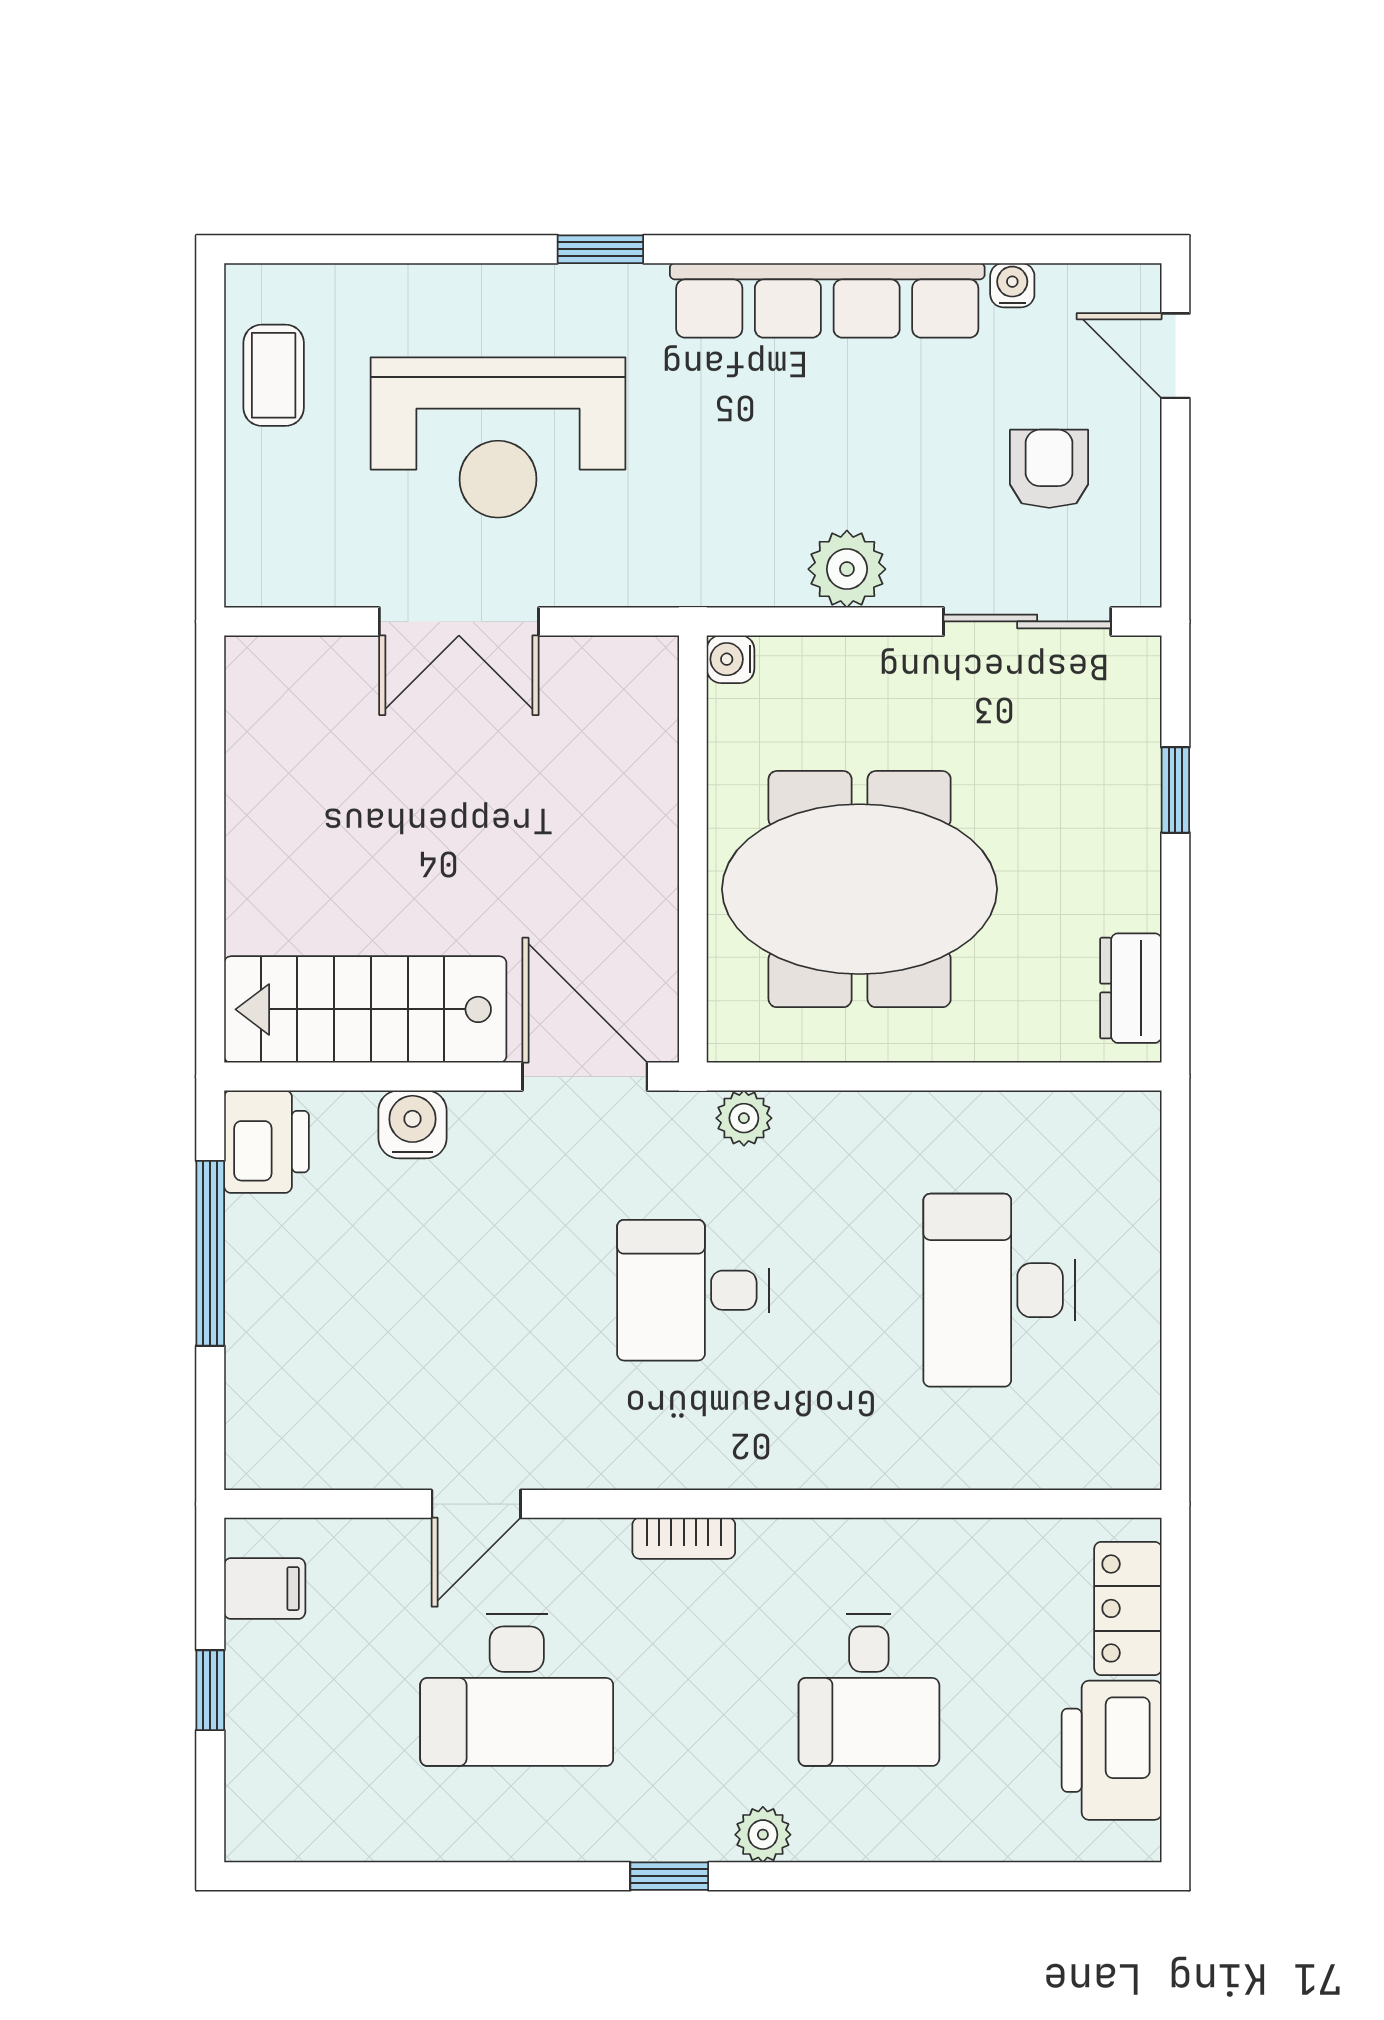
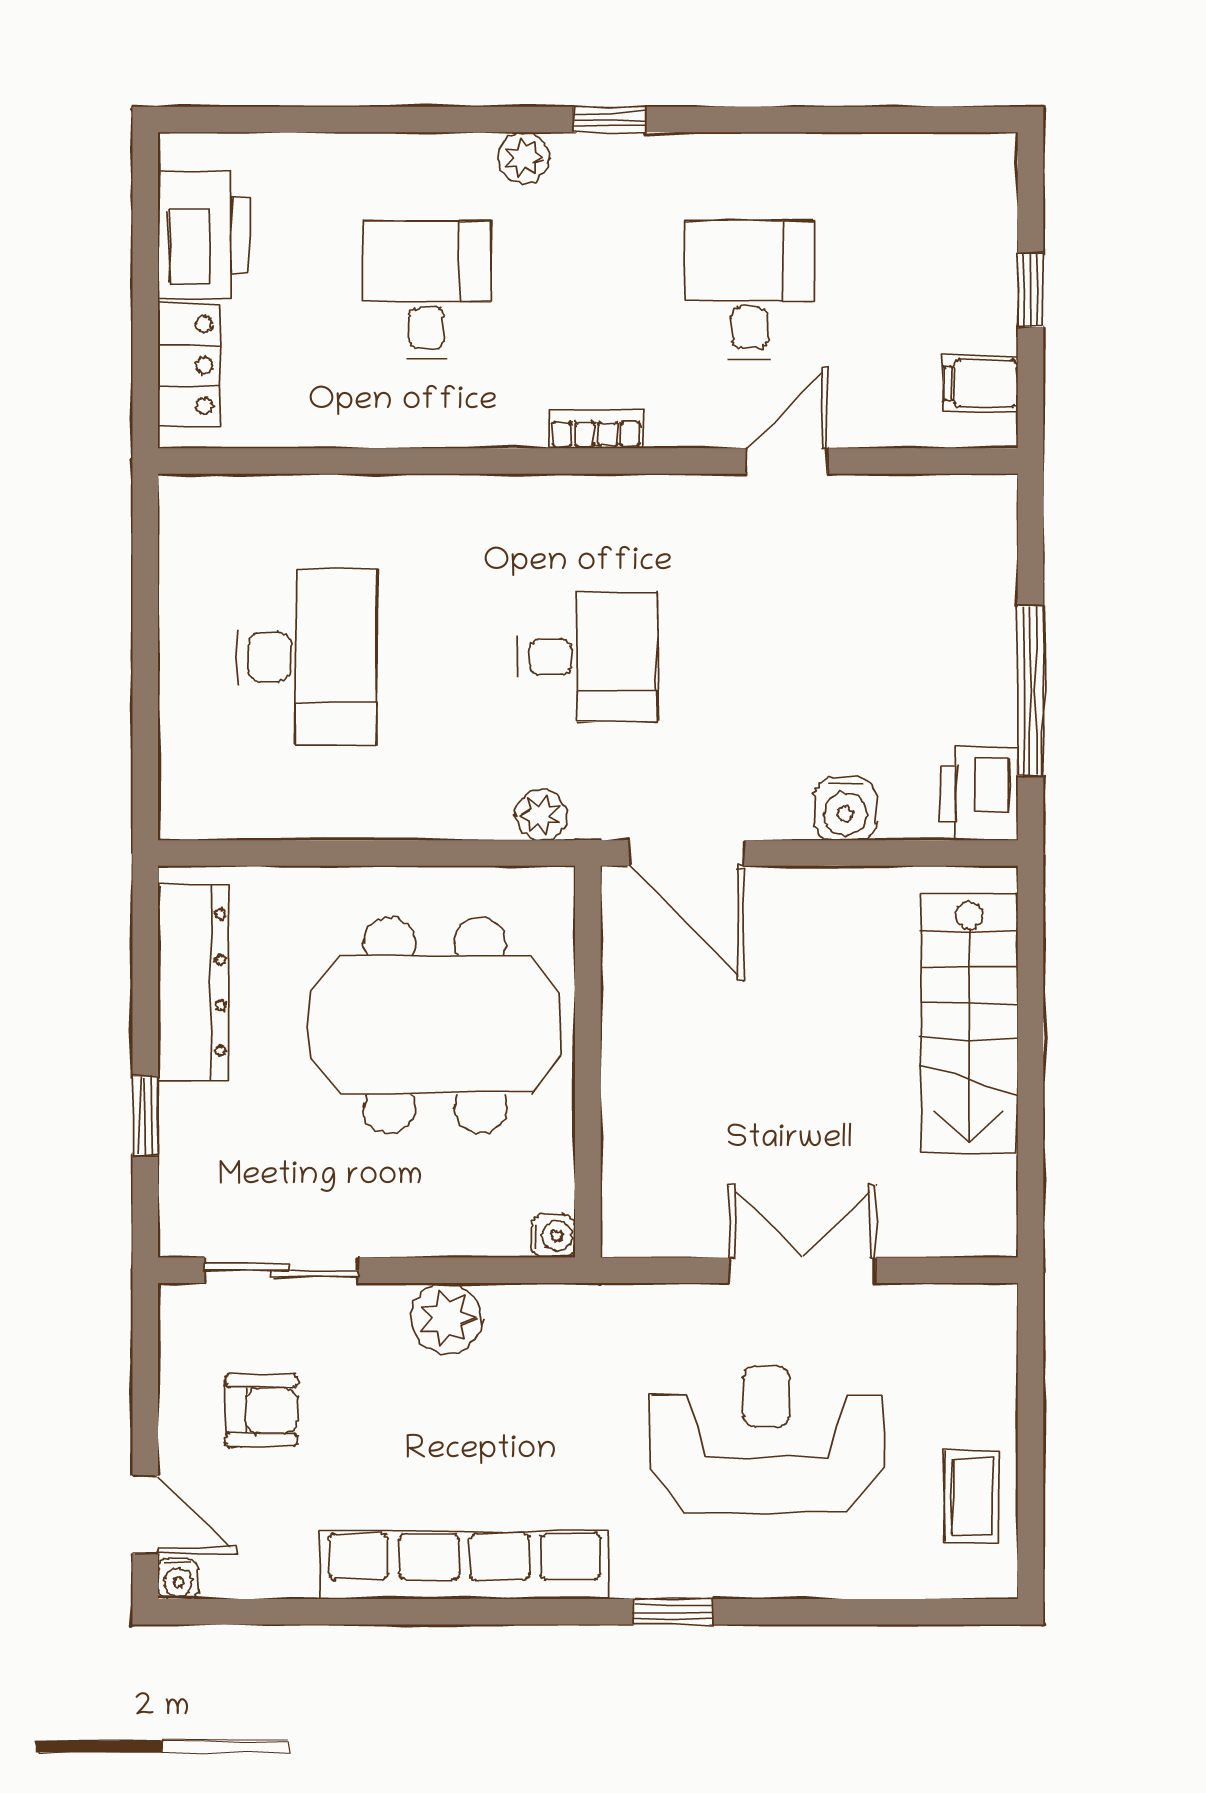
water cooler: (1012, 285) -> (178, 1579), moved
armchair: (1049, 469) -> (261, 1410), turned -90
dresser: (1131, 988) -> (193, 982), width x1.96, depth x1.24
stairs: (365, 1009) -> (969, 1024), moved, turned 90
desk: (517, 1690) -> (749, 290), width x0.73

